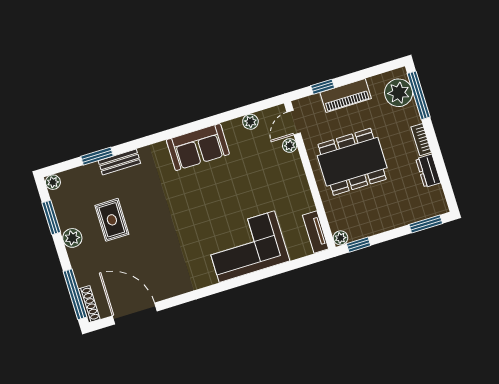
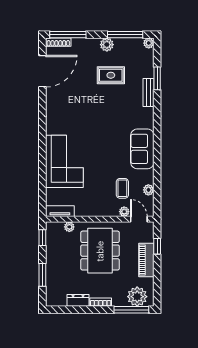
coffee table: (259, 157) -> (122, 188), added
window: (51, 217) -> (125, 35), width x1.44
window: (426, 224) -> (42, 275), moved
plant: (340, 238) -> (69, 227), moved

